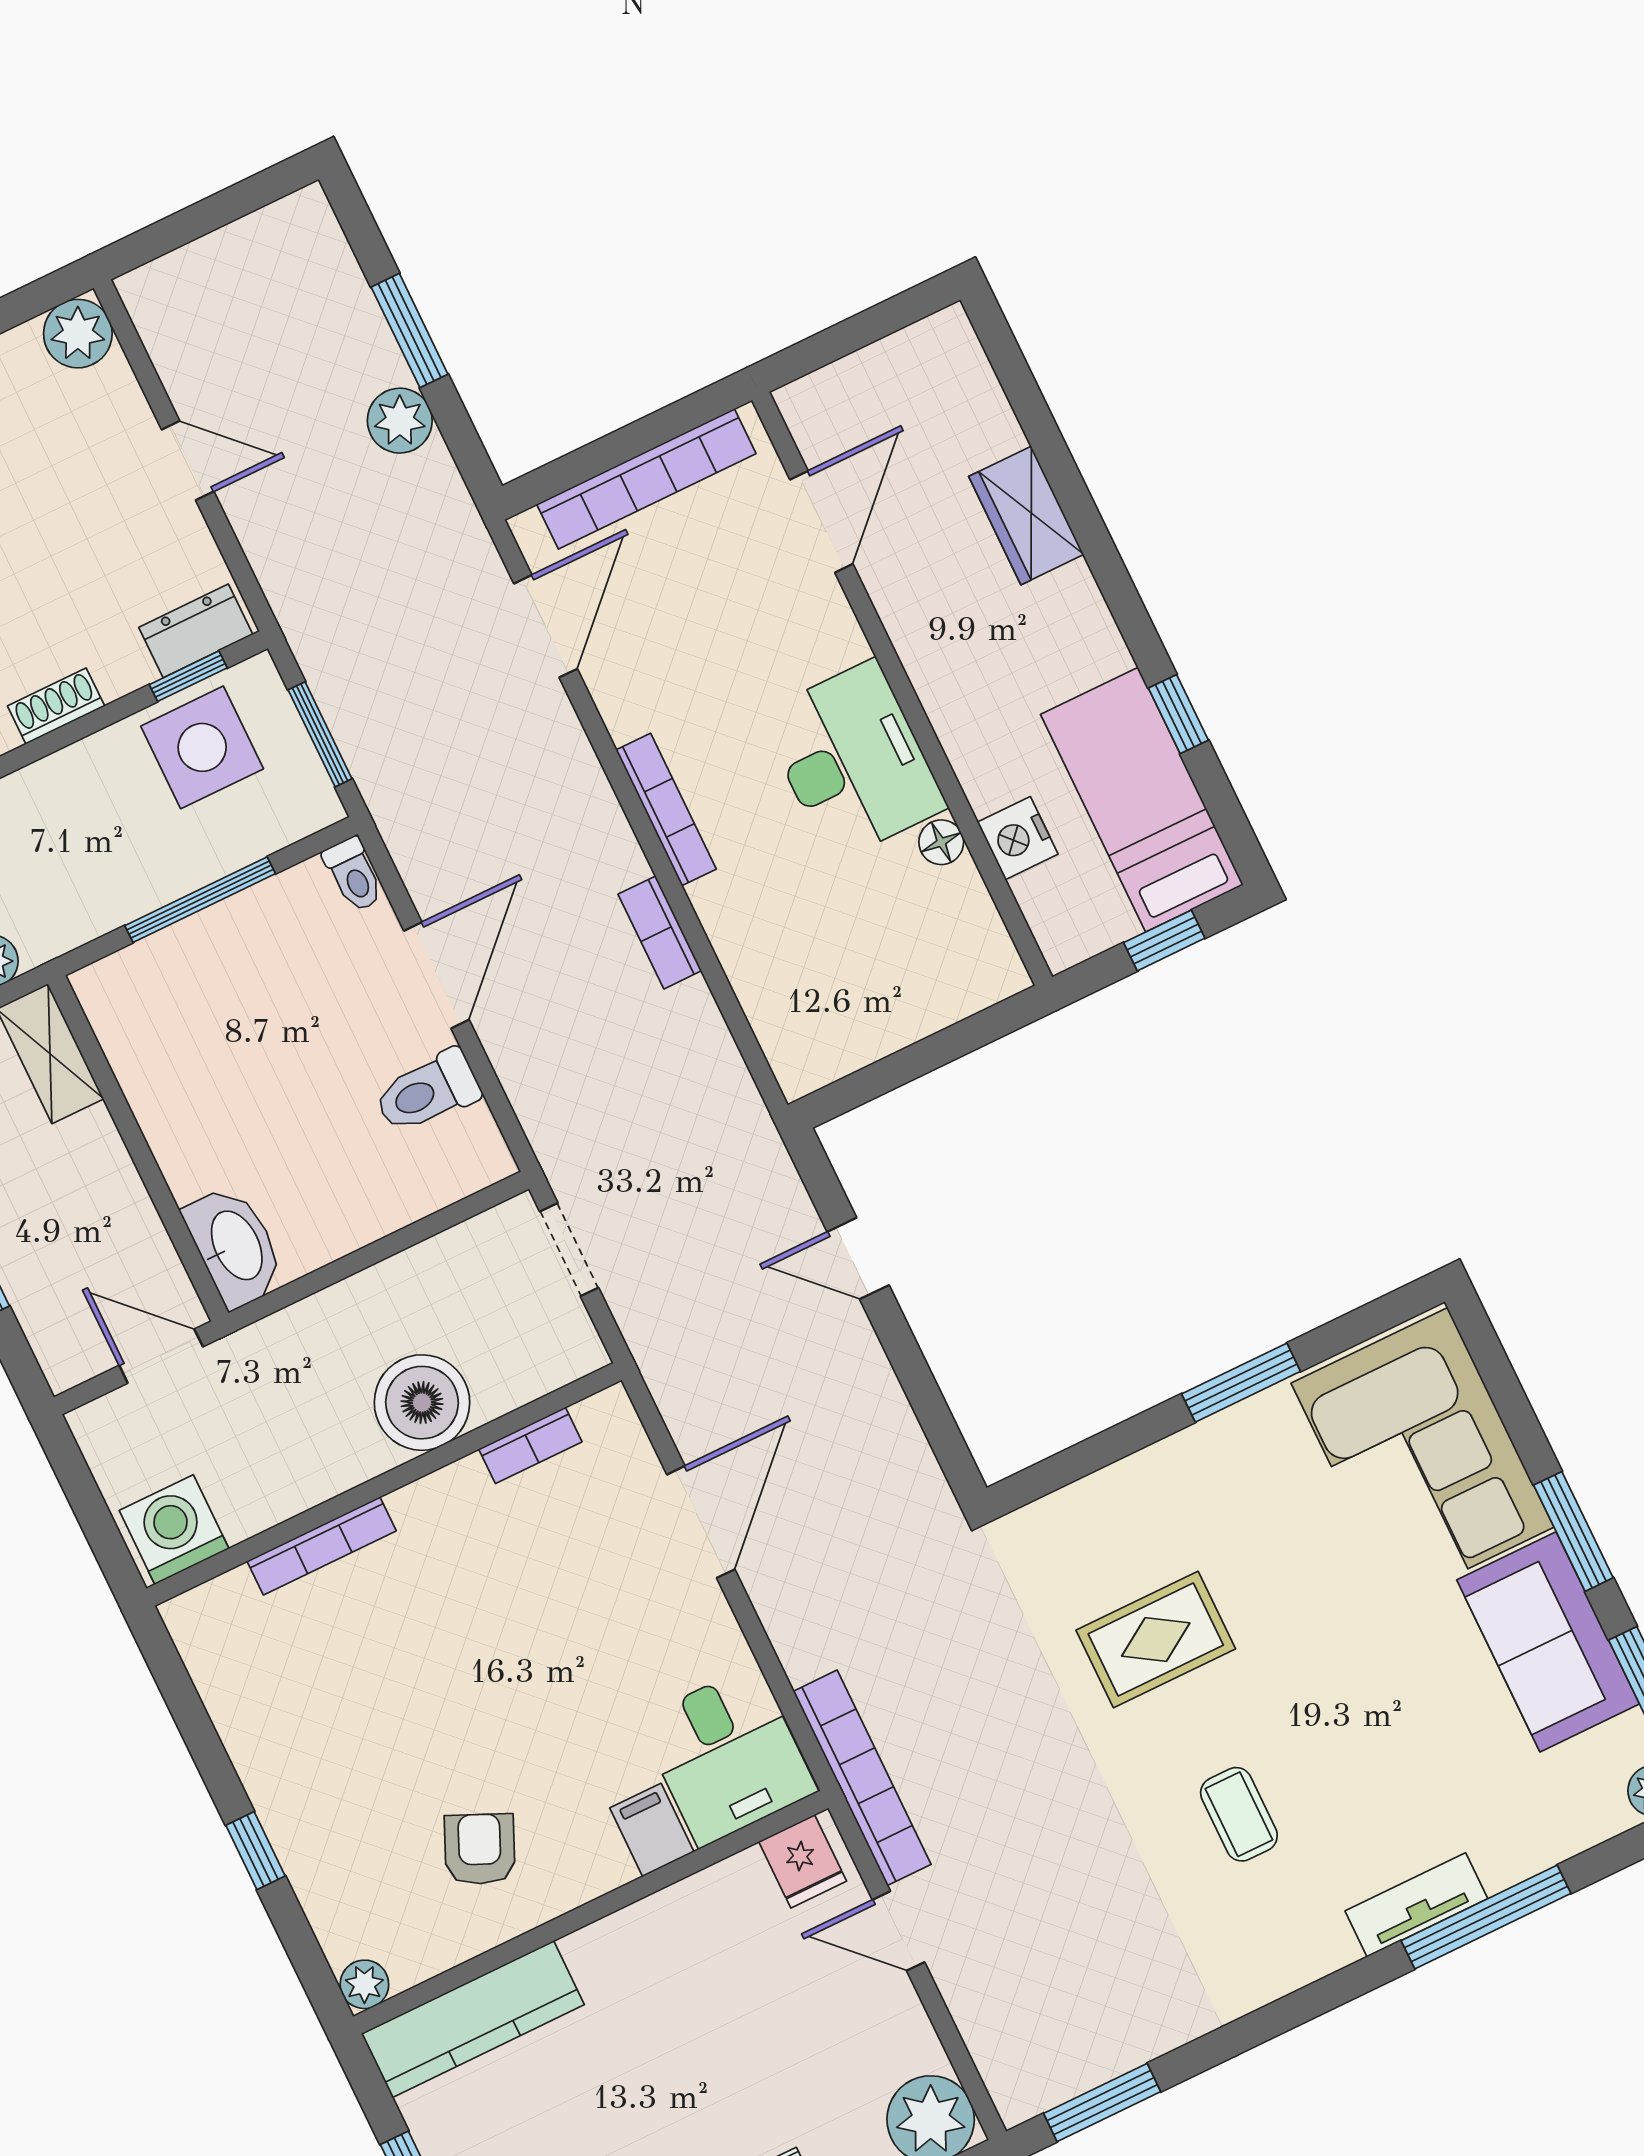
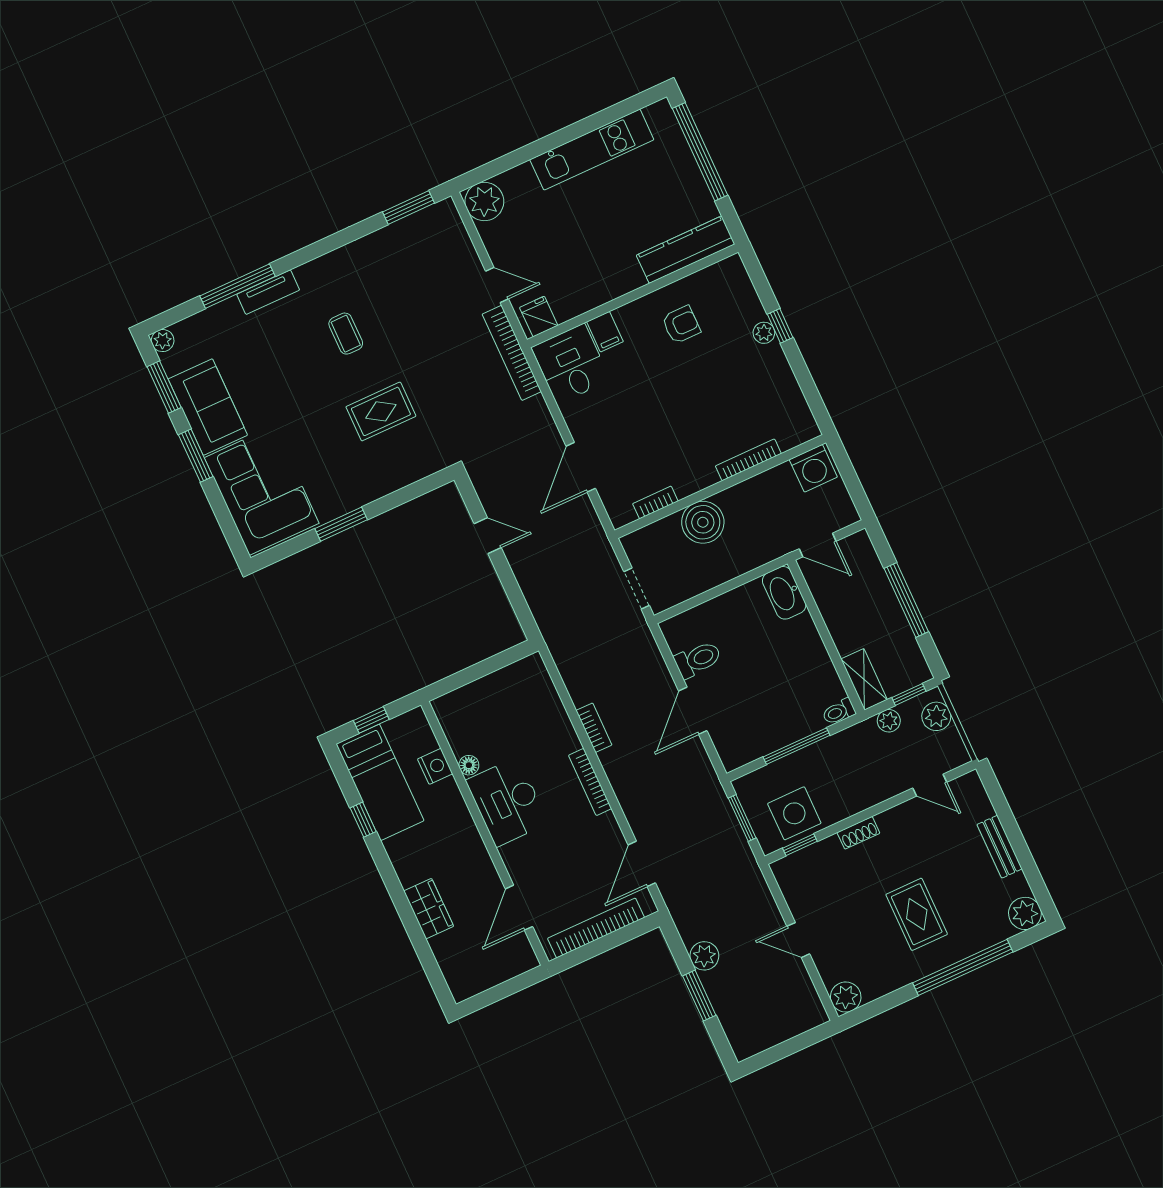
dresser: (196, 631) -> (796, 865), removed
toilet: (354, 875) -> (839, 712), moved, turned -90
door: (858, 1258) -> (488, 536), moved
armchair: (480, 1849) -> (681, 325), turned -114
plant: (364, 1984) -> (764, 333), moved

